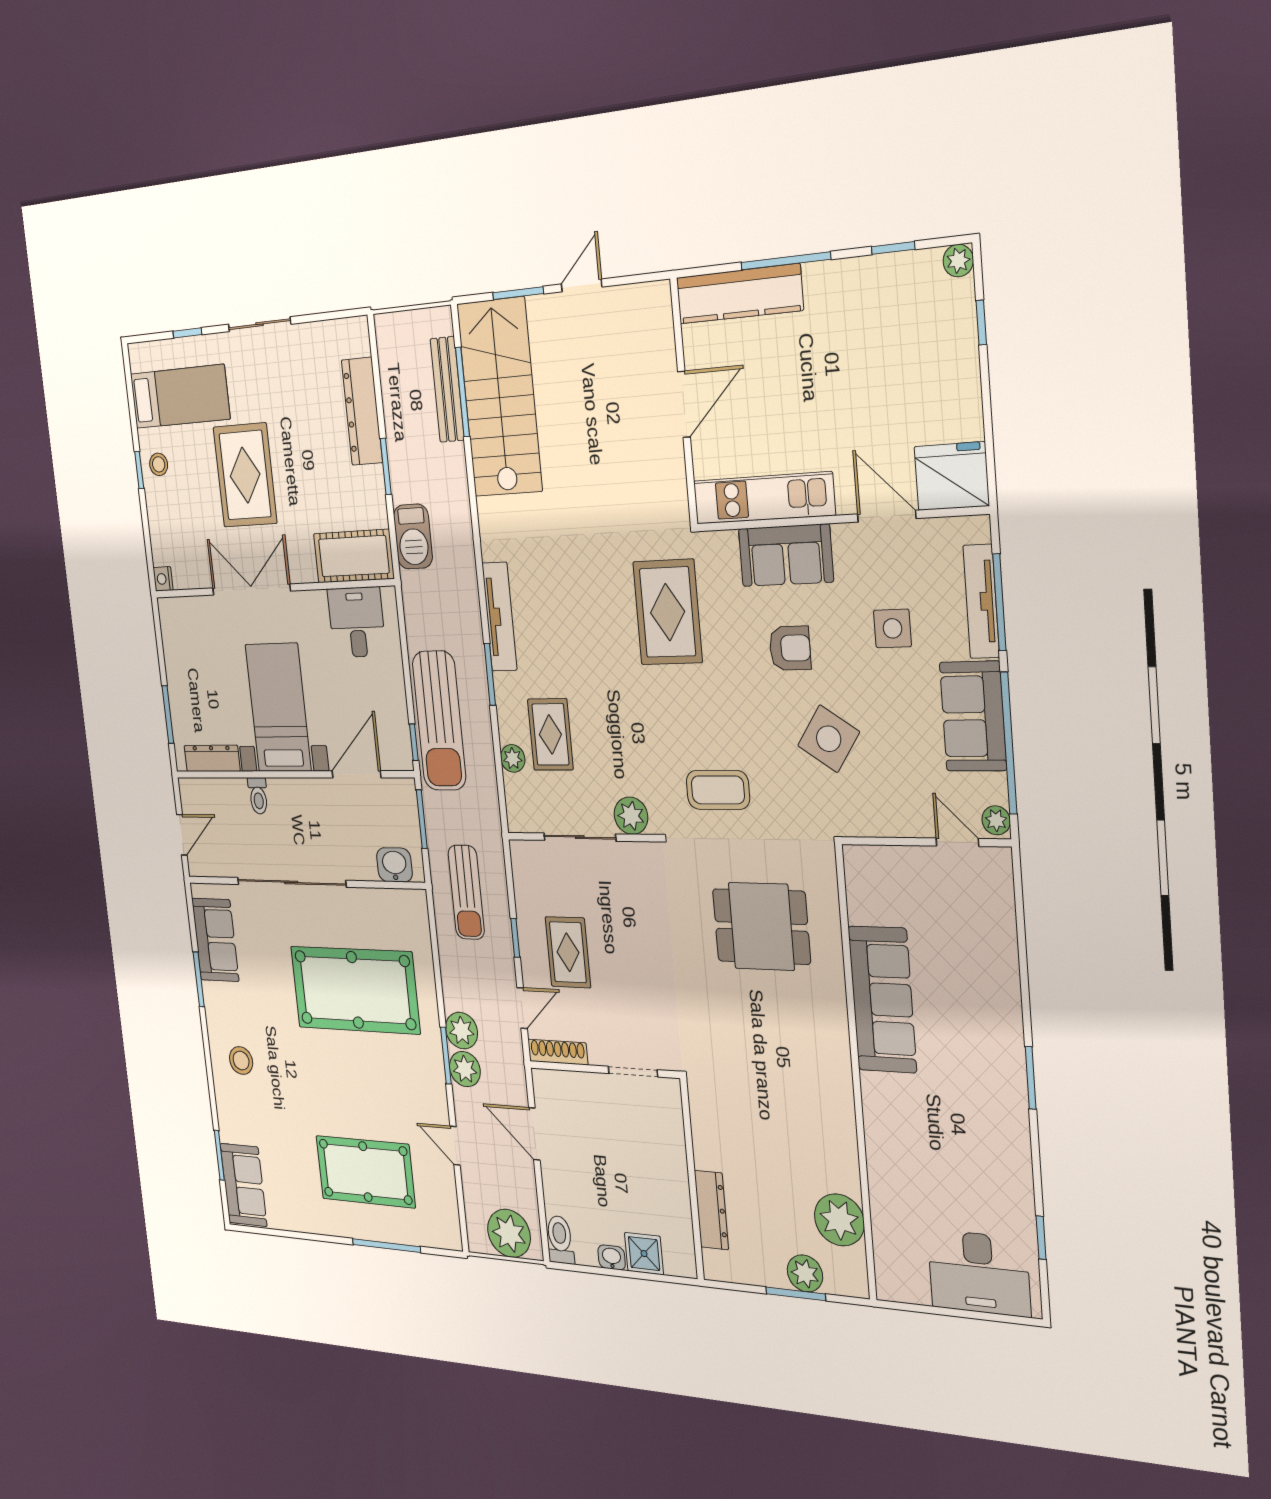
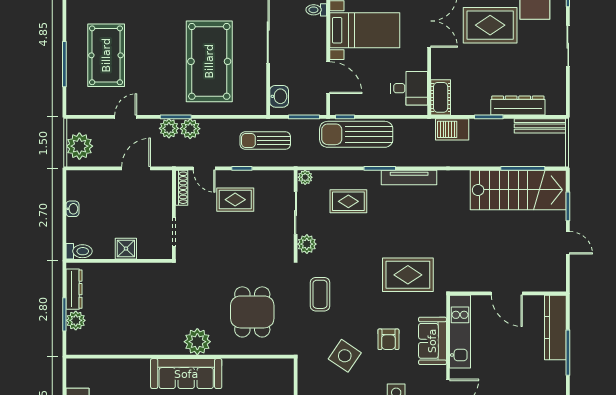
bench: (447, 389) -> (540, 126), moved
cot: (354, 556) -> (441, 97), width x0.73, depth x0.75
plant: (513, 758) -> (305, 177), moved
sofa: (882, 1000) -> (186, 374), moved
dresser: (711, 1210) -> (74, 289), moved, turned -90
plant: (839, 1220) -> (197, 342), moved
toilet: (560, 1240) -> (79, 251), moved
shower: (644, 1254) -> (126, 249), moved

